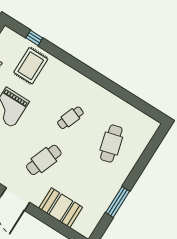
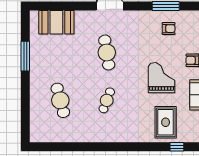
cafe table: (44, 160) -> (107, 52), turned -30
booth: (61, 208) -> (56, 22), moved

